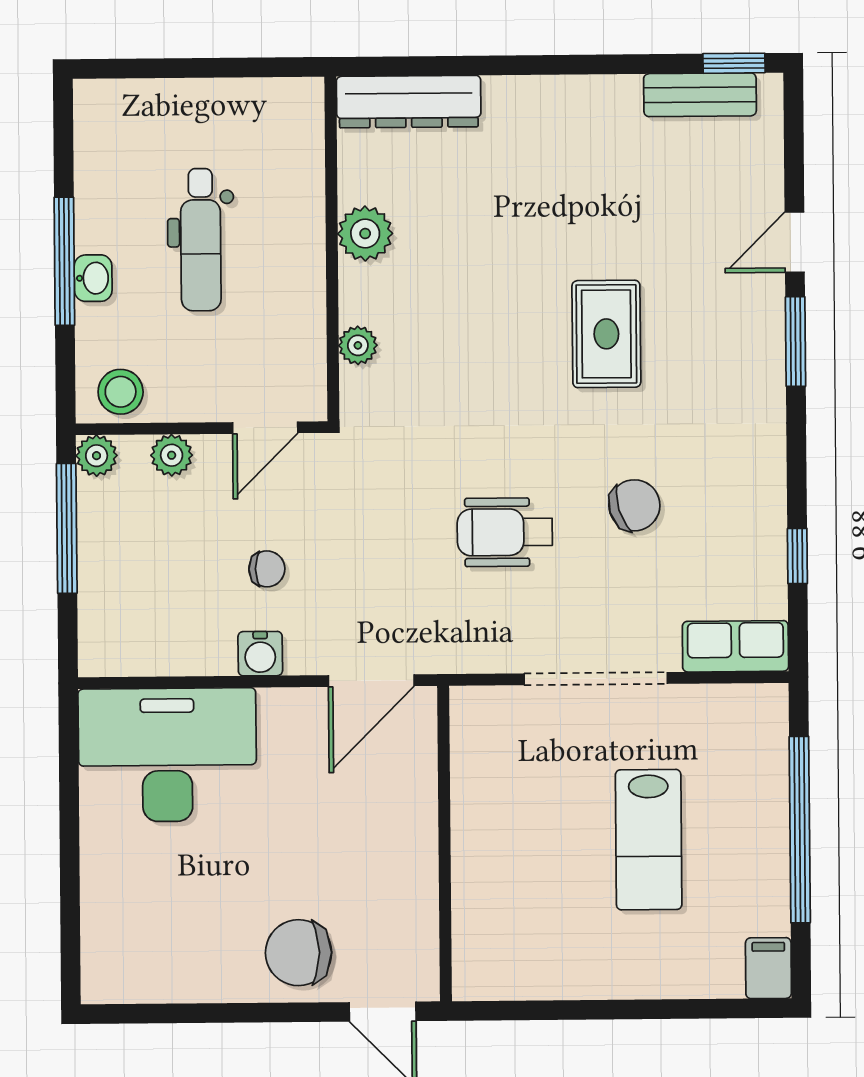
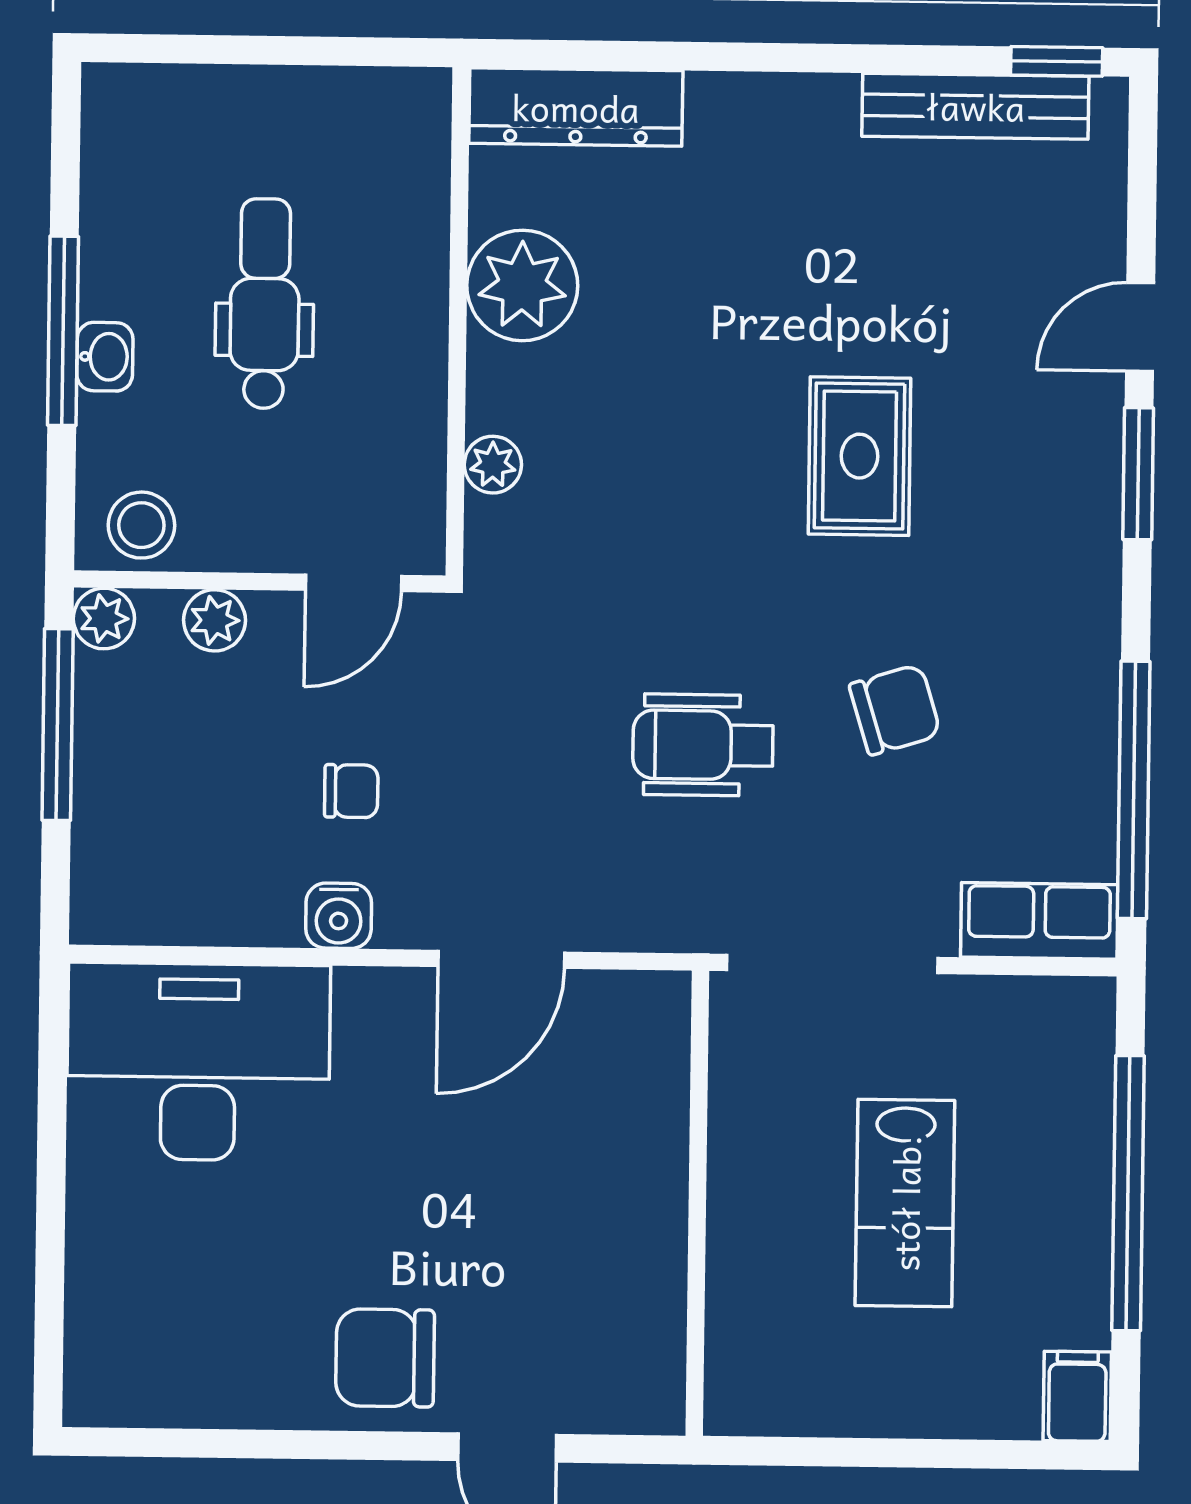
bench: (700, 95) -> (975, 106), width x1.36
plant: (365, 234) -> (522, 285), width x1.36, depth x1.36
dental chair: (201, 240) -> (265, 304), turned 180
window: (797, 556) -> (1134, 790), width x3.17
wall: (444, 844) -> (697, 1203), moved

